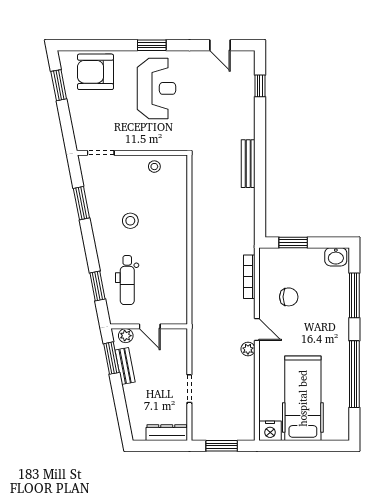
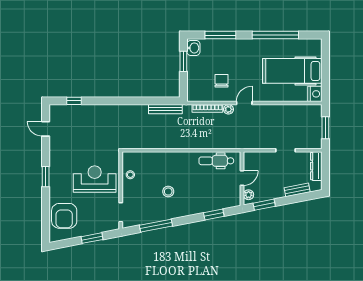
door: (220, 45) -> (46, 129), swing flipped
window: (59, 85) -> (92, 238), moved
reception desk: (156, 88) -> (95, 179), moved
bench: (248, 164) -> (165, 109), moved
window: (81, 203) -> (156, 226), width x1.44
window: (293, 242) -> (183, 61), moved
dental chair: (127, 280) -> (216, 161), moved, turned 180
plant: (248, 349) -> (228, 109), moved
bench: (125, 366) -> (297, 190), moved

